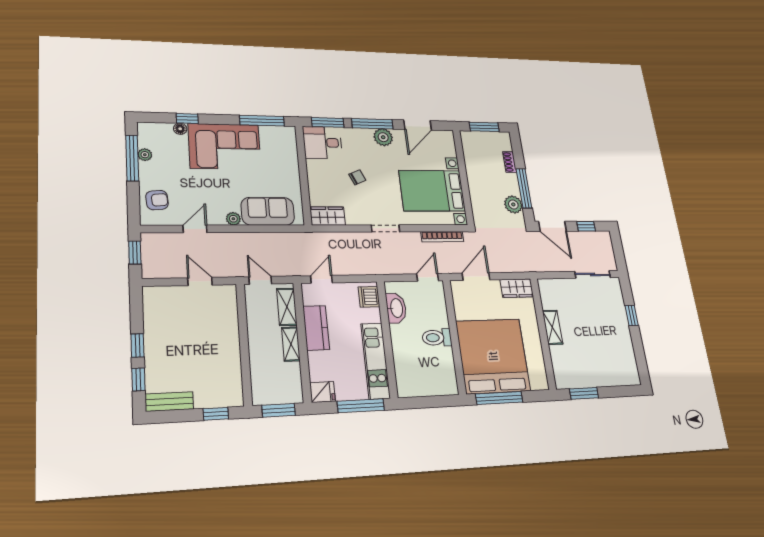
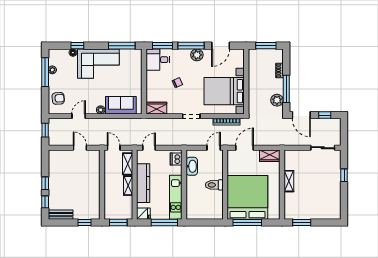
kitchen counter: (316, 328) -> (143, 183), width x1.50

